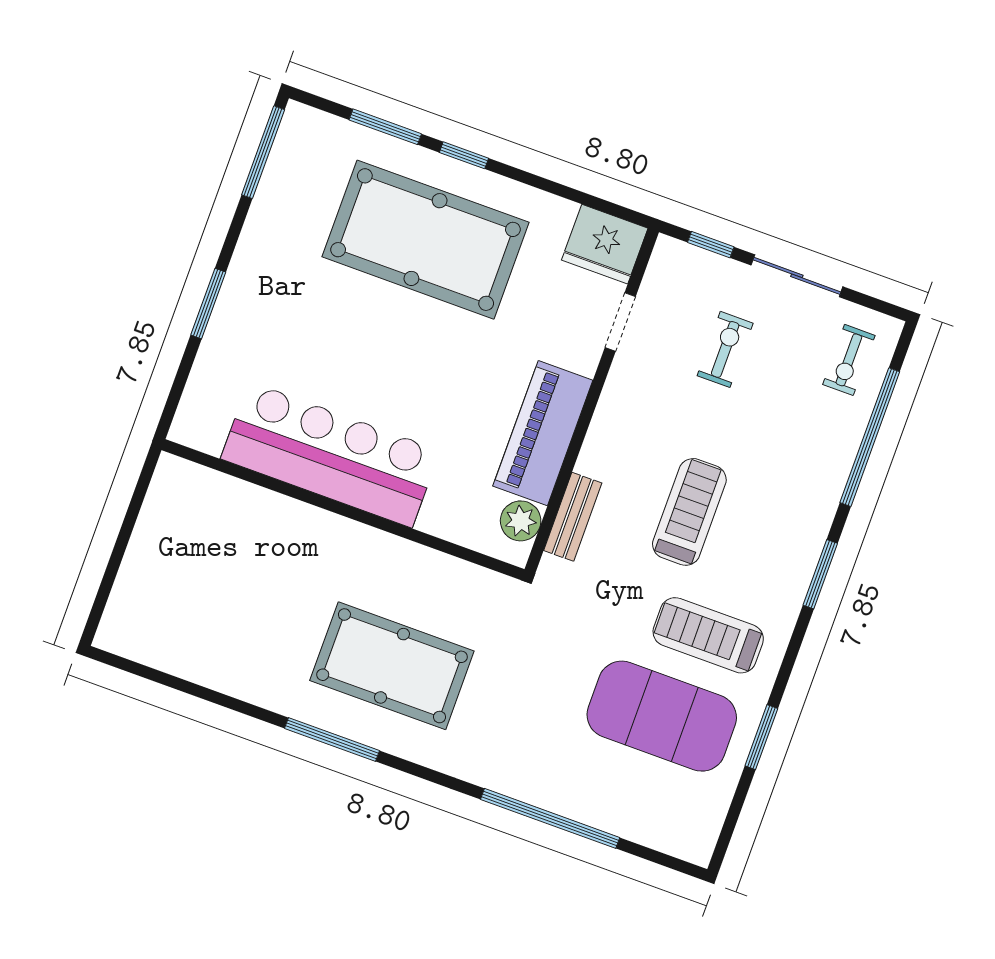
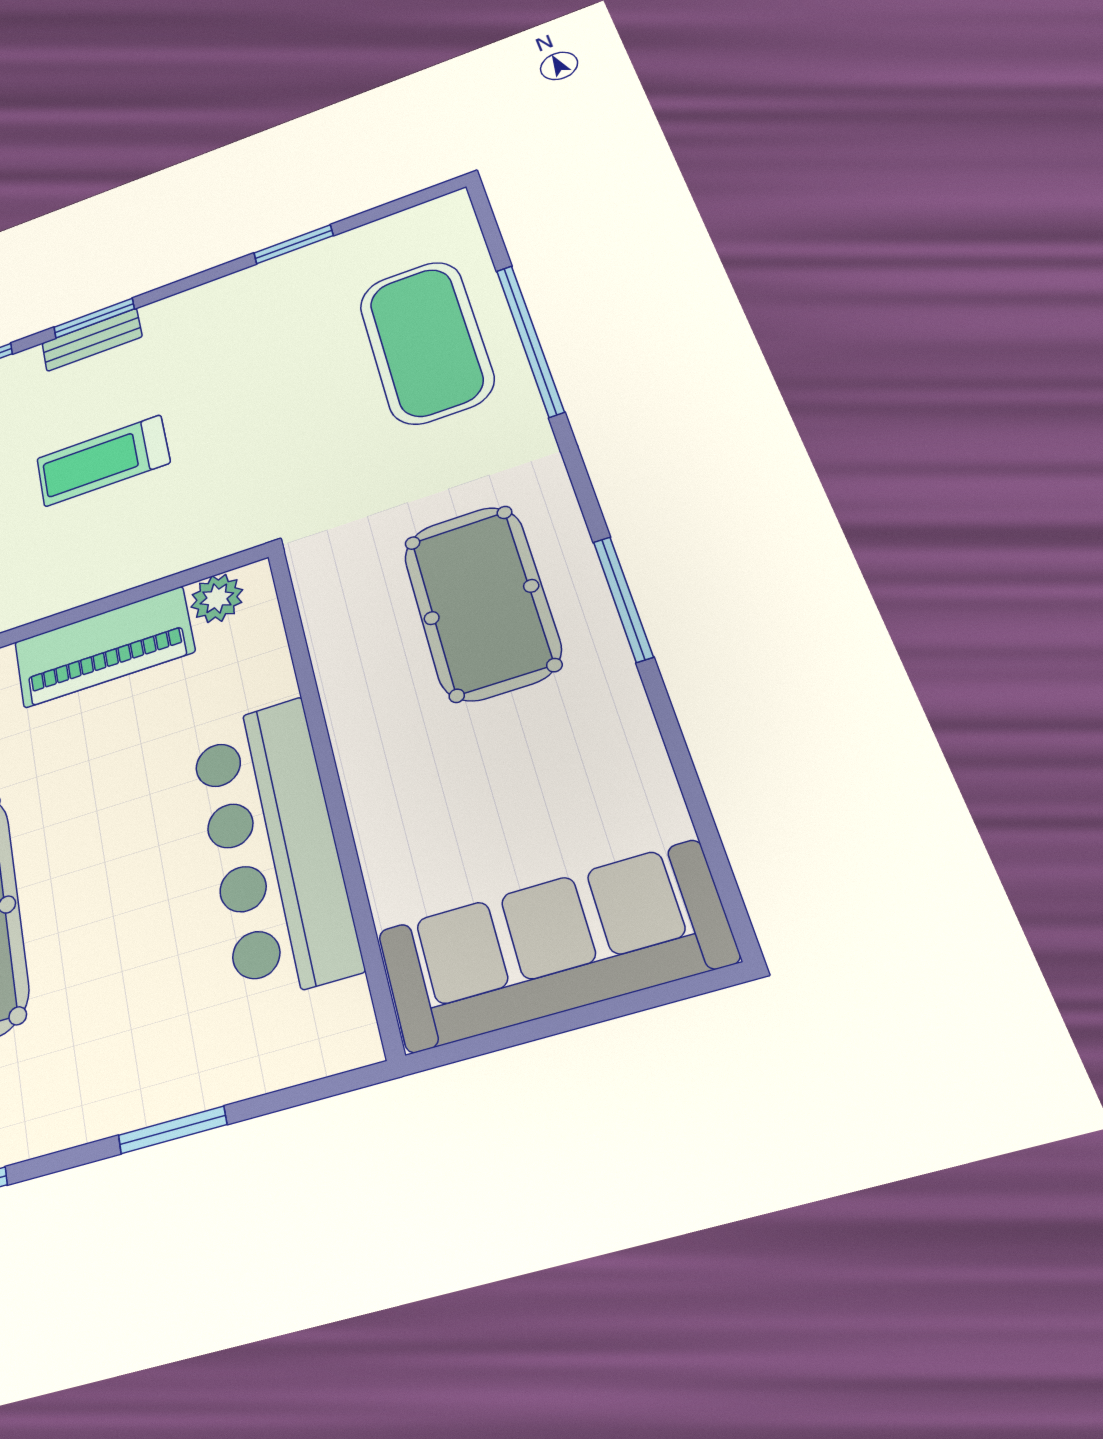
bench: (573, 517) -> (92, 340), moved
sofa: (164, 563) -> (554, 946), added
treadmill: (708, 635) -> (221, 356), removed
exercise mat: (662, 716) -> (426, 342), moved

